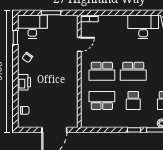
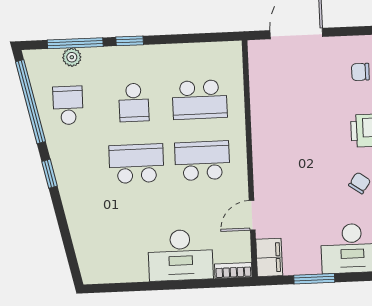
filing cabinet: (72, 24) -> (269, 257), added
desk: (143, 27) -> (180, 255), moved
school desk: (133, 100) -> (134, 102), turned 180

